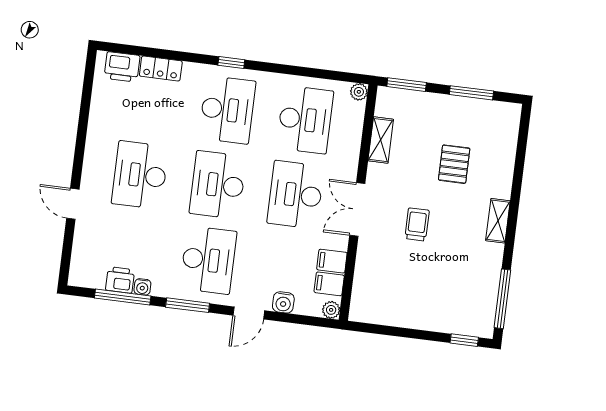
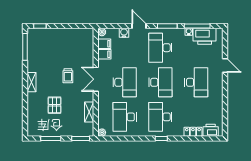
double door: (357, 209) -> (96, 79), swing flipped
printer: (120, 280) -> (205, 36), width x1.87, depth x1.48
door: (249, 313) -> (139, 26), hinge flipped

